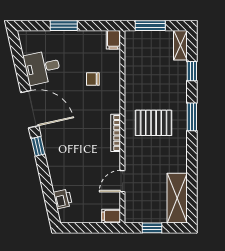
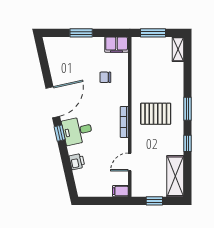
filing cabinet: (113, 40) -> (117, 45), width x2.00
desk: (42, 67) -> (77, 131), moved
window: (192, 71) -> (188, 143), moved
door: (30, 109) -> (53, 102), hinge flipped
printer: (63, 199) -> (77, 162), moved

